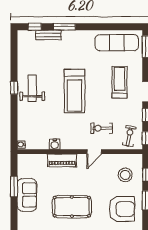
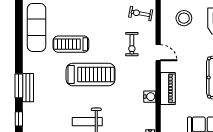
bench: (48, 35) -> (28, 88), moved
treadmill: (120, 82) -> (71, 44), moved

